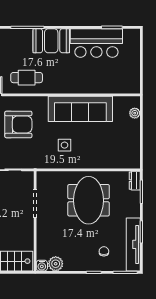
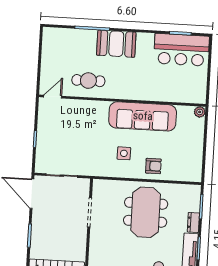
bar counter: (96, 43) -> (181, 50), moved
plant: (135, 113) -> (200, 112), moved
armchair: (18, 124) -> (153, 166), moved, width x0.53, depth x0.53
dresser: (135, 181) -> (193, 222), moved

